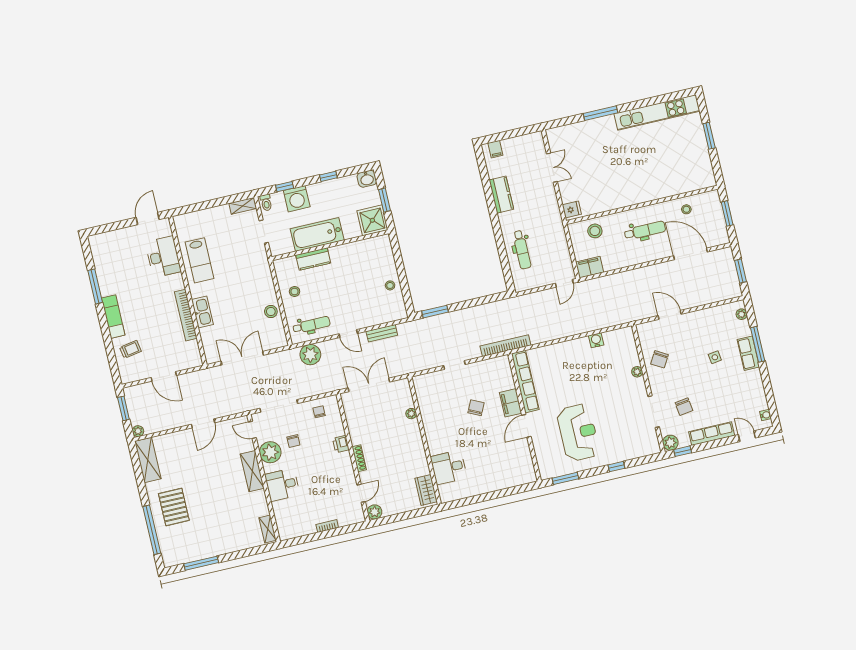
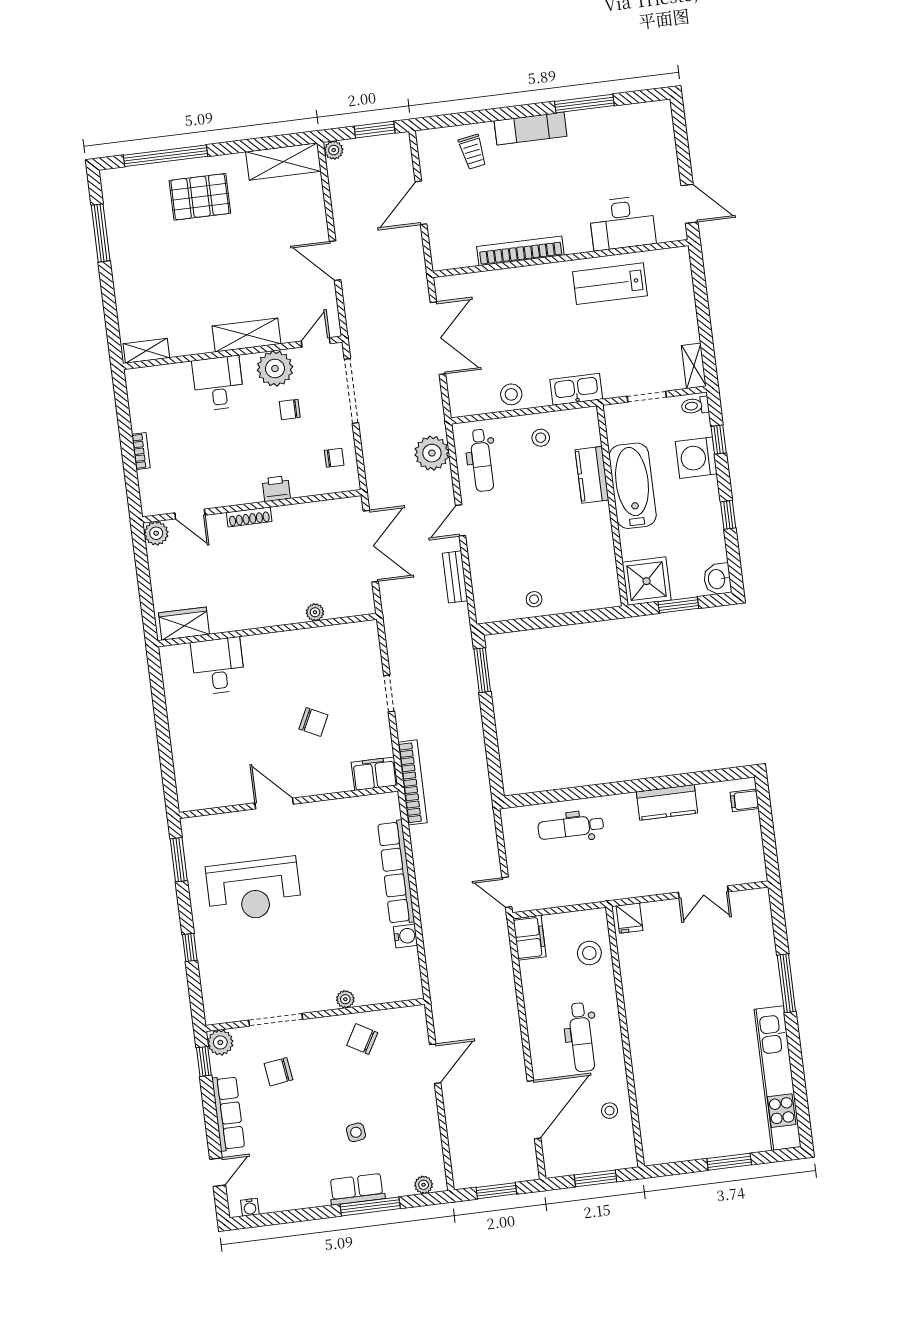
kitchen sink: (202, 312) -> (576, 389), moved, turned 180
row of seats: (525, 382) -> (396, 872), moved, turned 90
filing cabinet: (511, 403) -> (374, 774), moved

